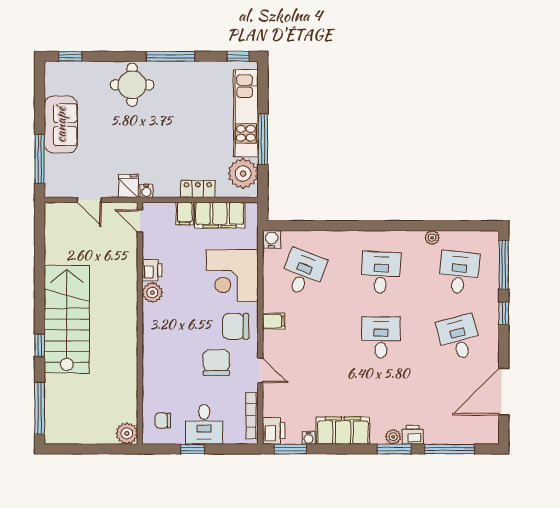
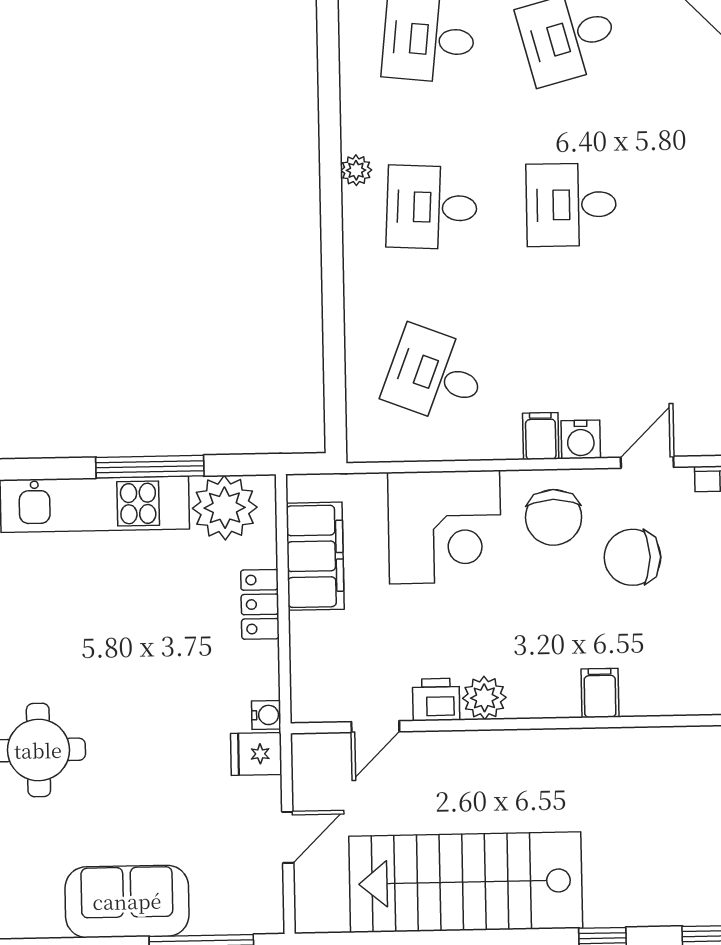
filing cabinet: (185, 214) -> (600, 693), moved, turned -90
door: (140, 221) -> (375, 727), moved
plant: (432, 238) -> (356, 170), moved
water cooler: (272, 239) -> (581, 439), moved, turned -90
stairs: (67, 319) -> (466, 882), moved

